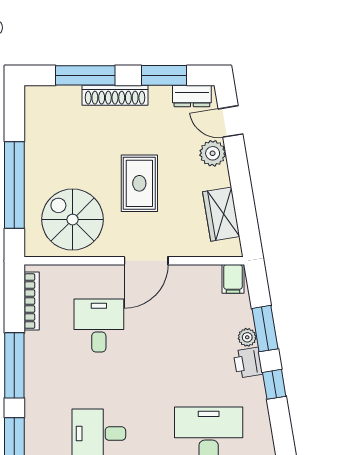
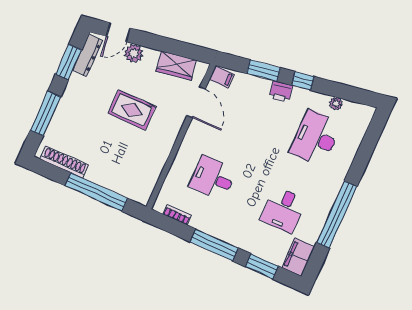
shoe rack: (115, 95) -> (64, 162), moved, turned -90
dresser: (192, 96) -> (88, 55), width x1.44
spiral stairs: (73, 220) -> (136, 164), removed
door: (146, 261) -> (196, 102), moved
bookcase: (32, 301) -> (177, 215), width x0.64
plant: (247, 337) -> (336, 104), moved

